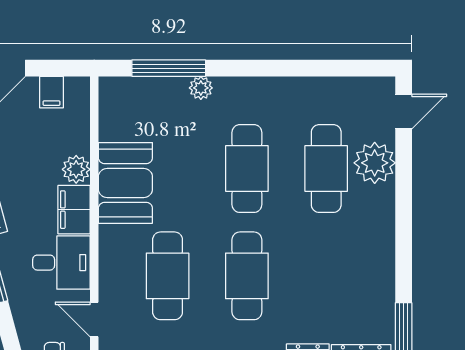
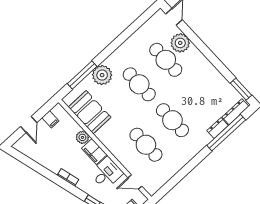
plant: (201, 88) -> (102, 75), width x1.87, depth x1.87
booth: (125, 183) -> (90, 112), moved

